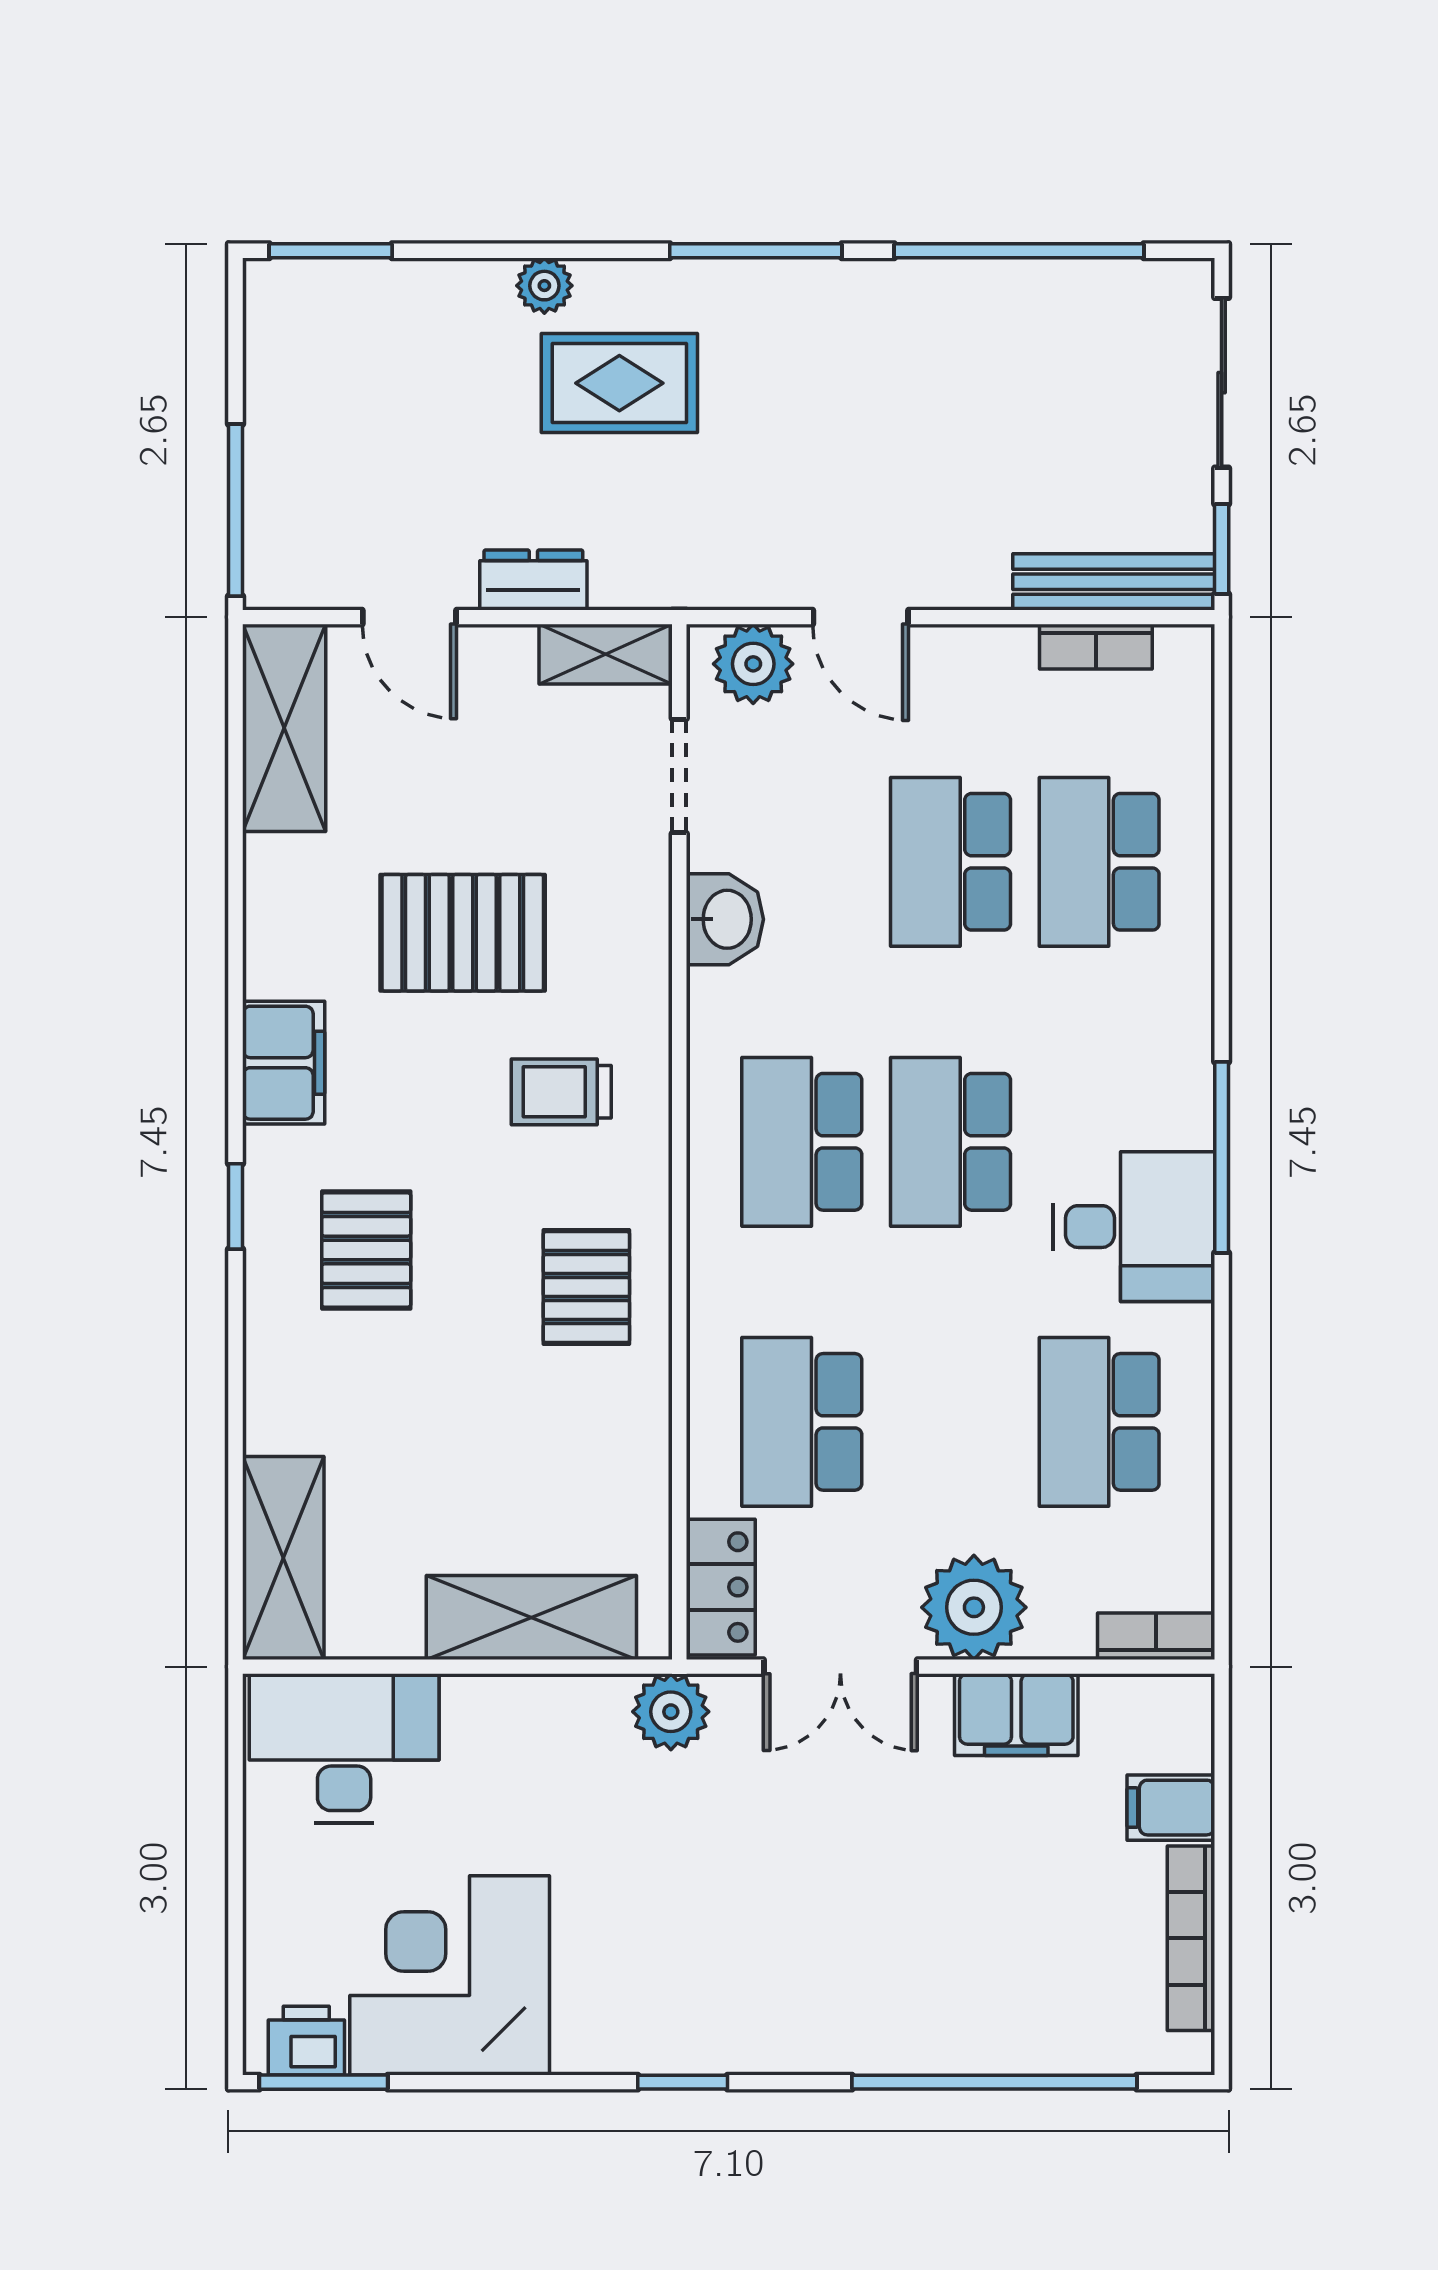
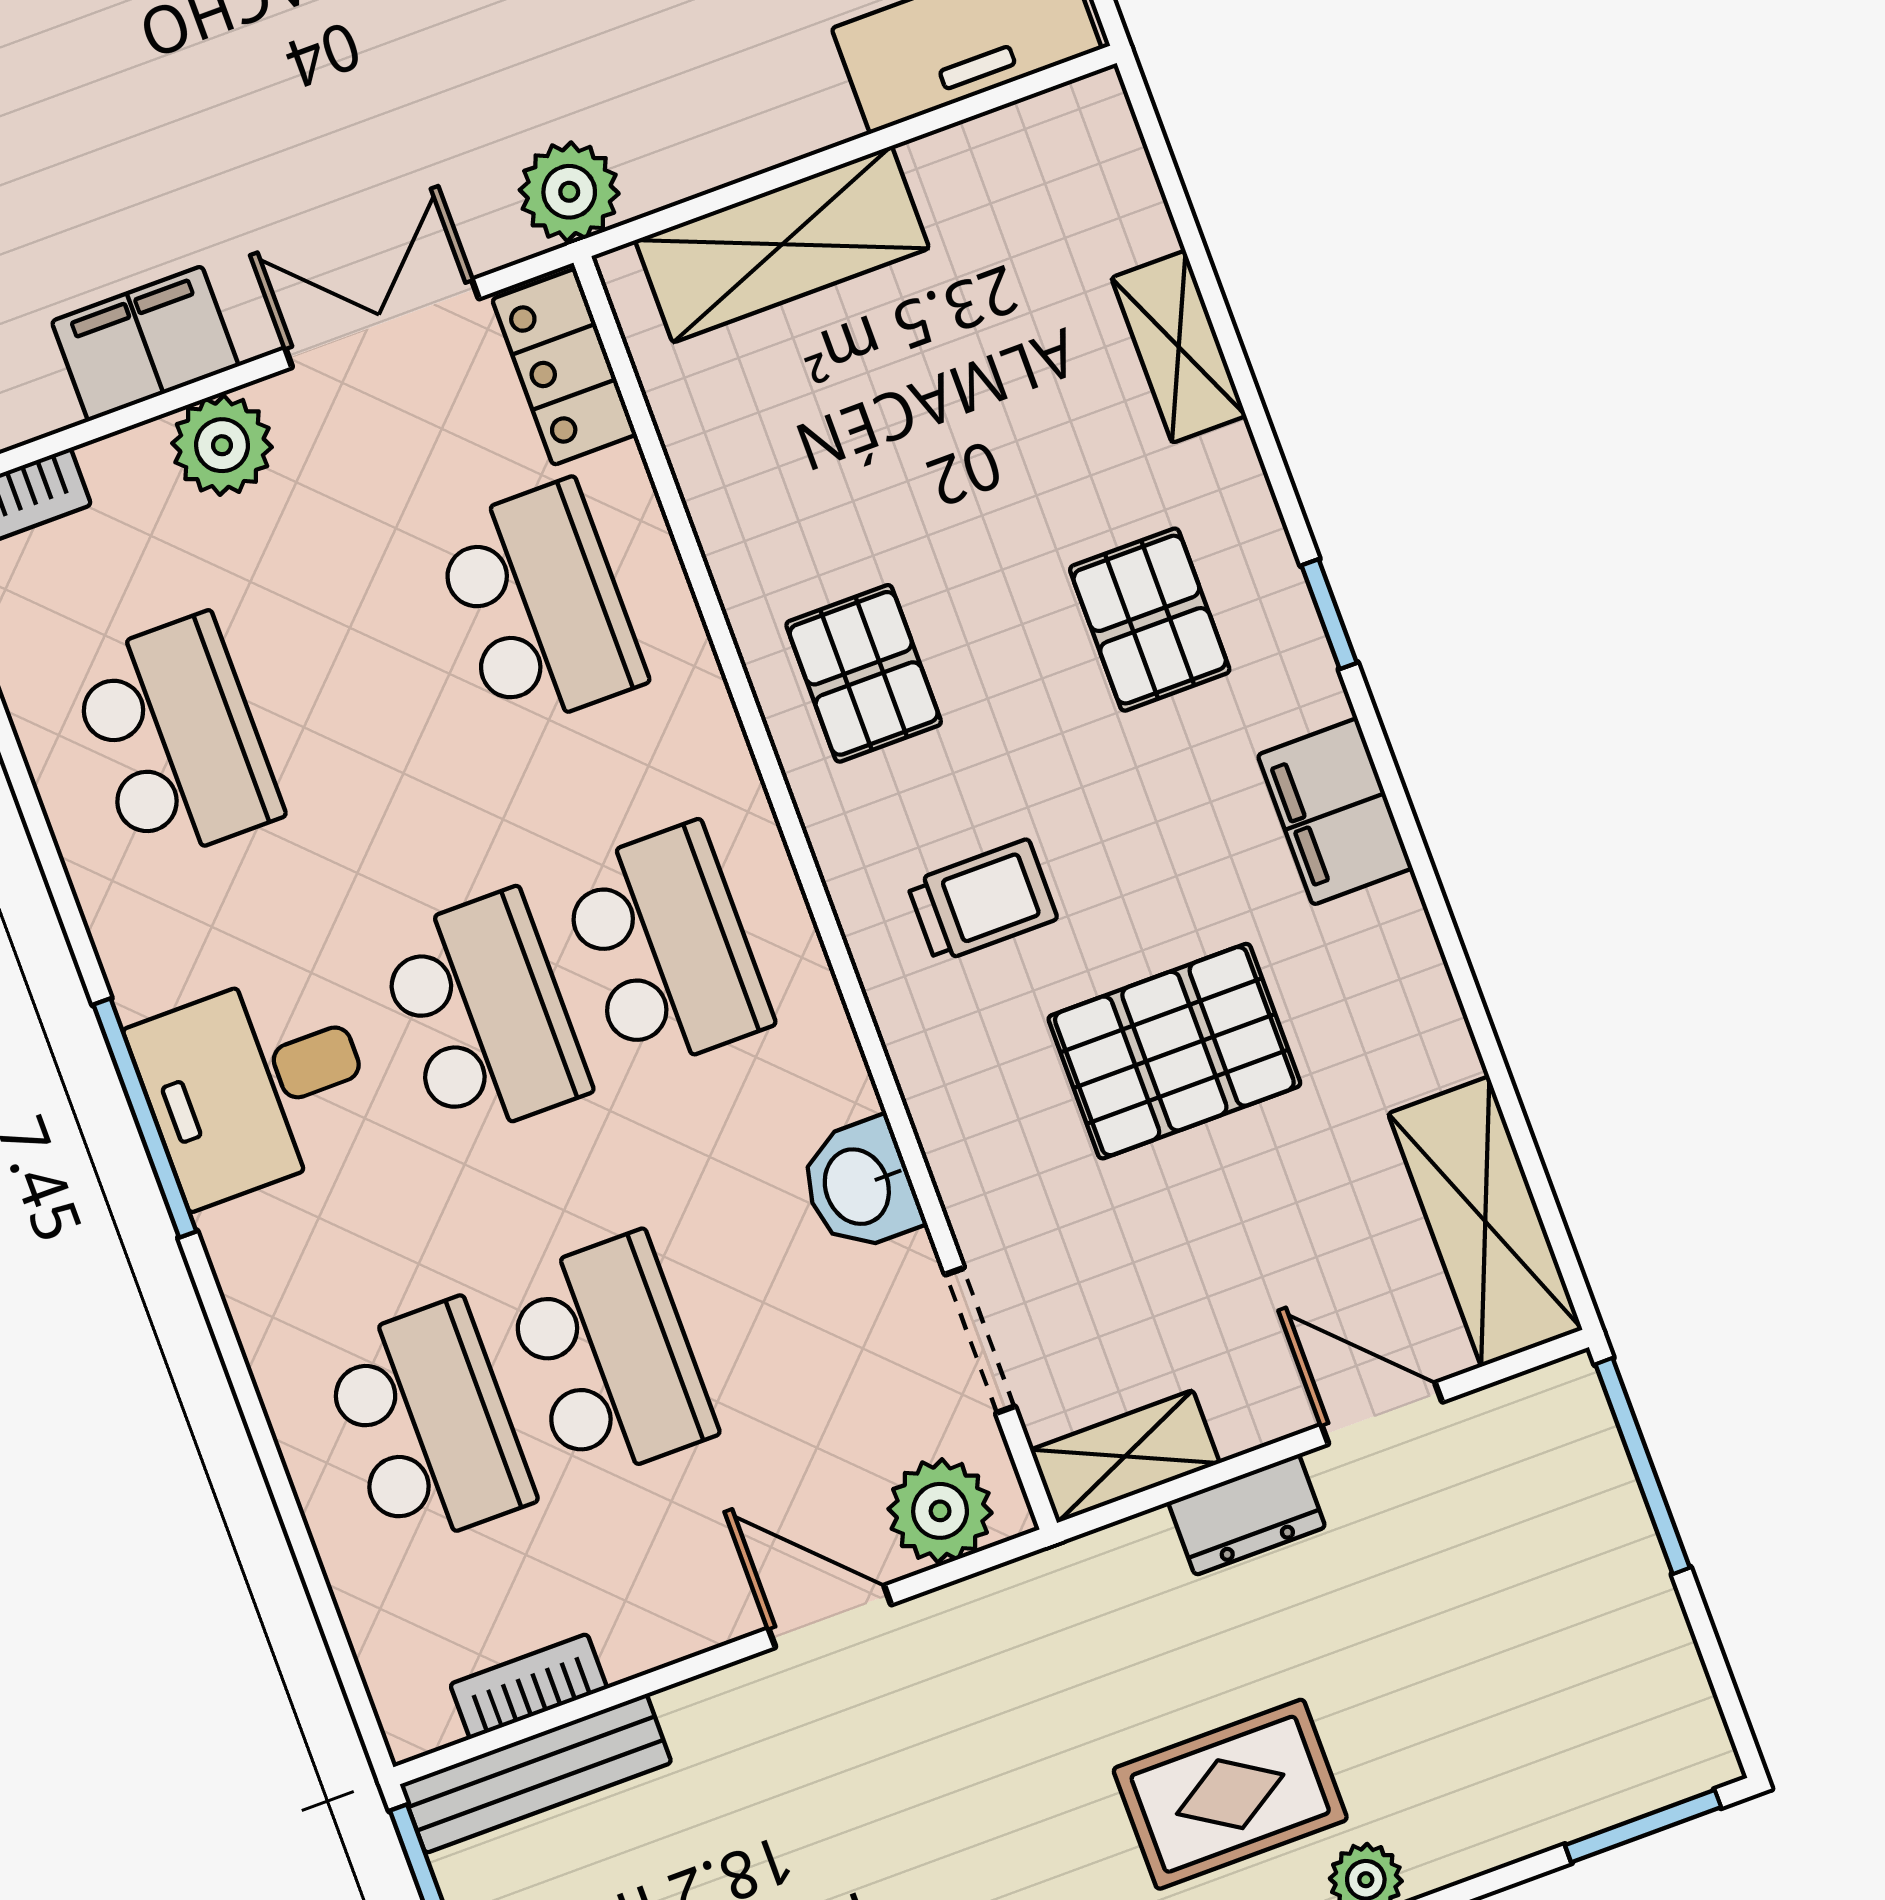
desk: (1134, 1227) -> (255, 1085), moved
shelving: (283, 1558) -> (1179, 347), moved, width x0.67, depth x0.75
plant: (974, 1607) -> (222, 445), width x0.73, depth x0.73

